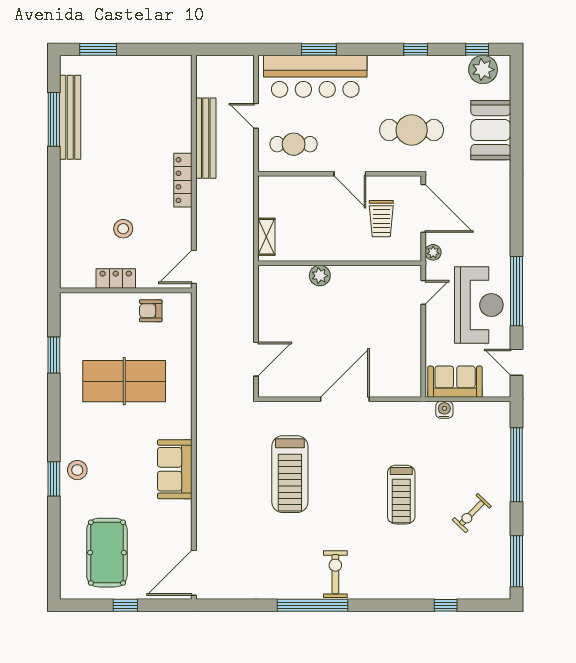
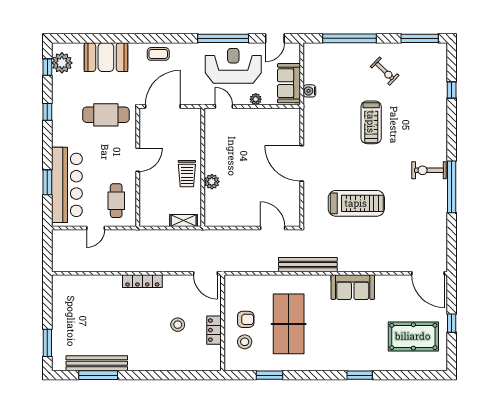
cafe table: (412, 130) -> (106, 115), turned 90
bench: (206, 138) -> (308, 265), moved
coffee table: (495, 202) -> (158, 54), added
trolley: (381, 219) -> (187, 174), moved, turned 90
plant: (433, 252) -> (256, 99), moved
armchair: (151, 311) -> (246, 319), moved, turned -90
stool: (77, 470) -> (245, 342), moved
treadmill: (401, 495) -> (371, 122), turned 90

